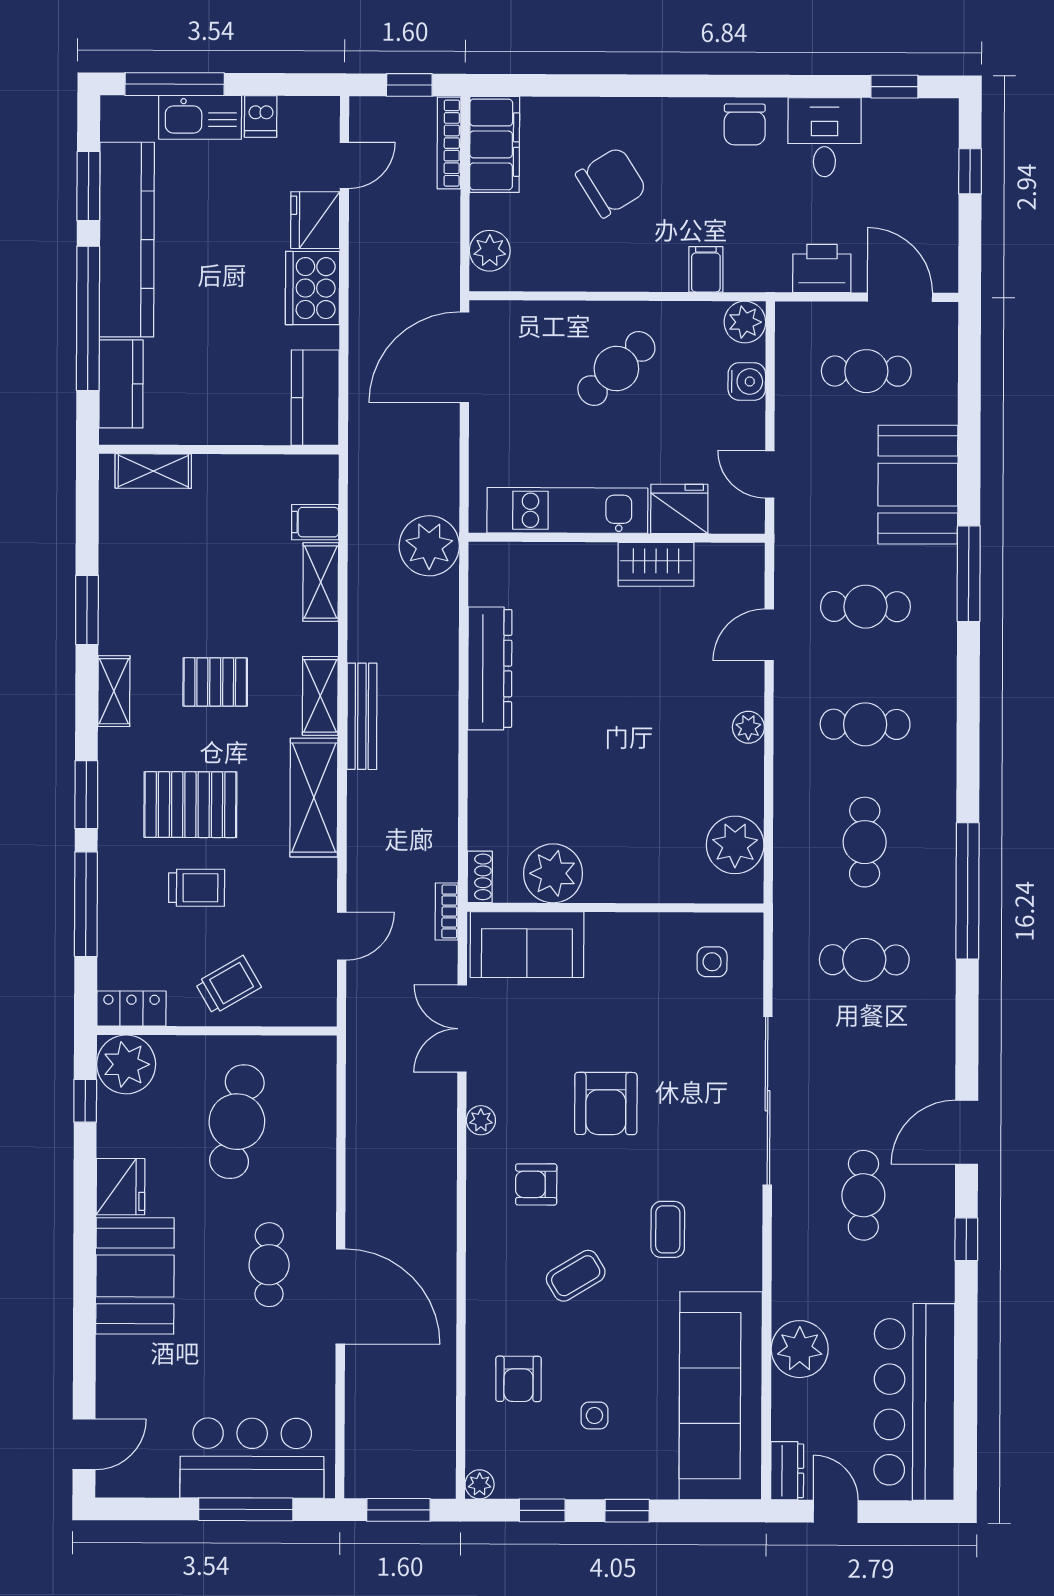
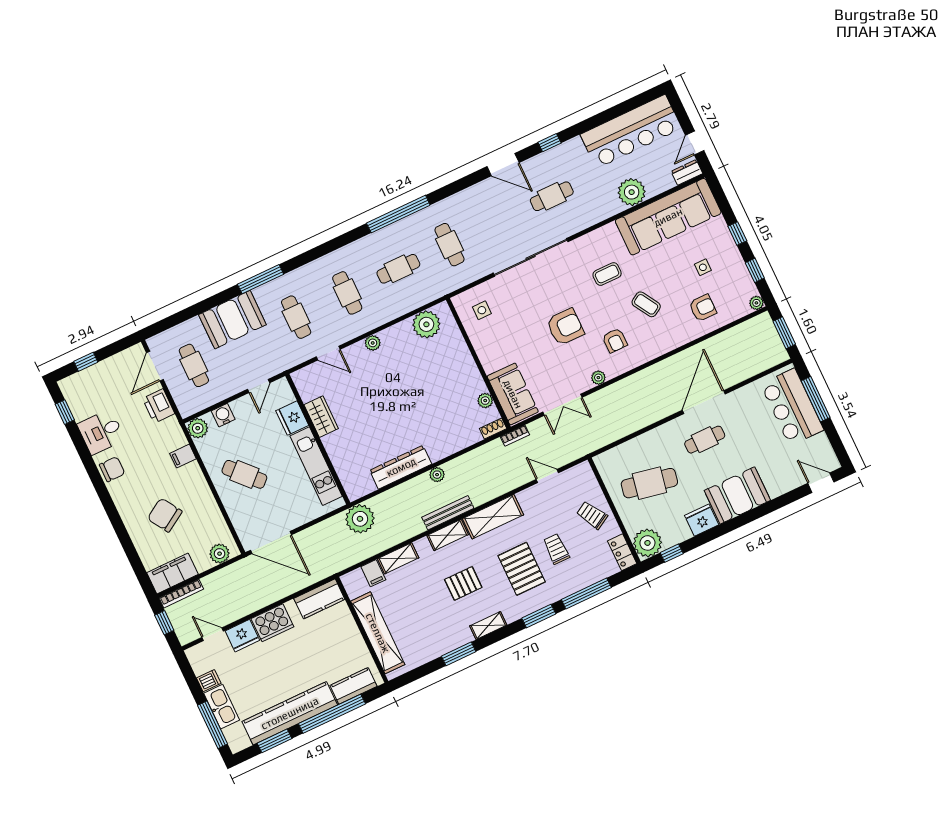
shelving: (153, 471) -> (378, 633), width x2.20, depth x1.33
pallet: (215, 682) -> (463, 583), turned 90
plant: (443, 730) -> (437, 475), added
plant: (553, 873) -> (485, 401), width x0.53, depth x0.53

